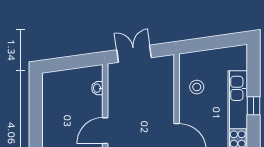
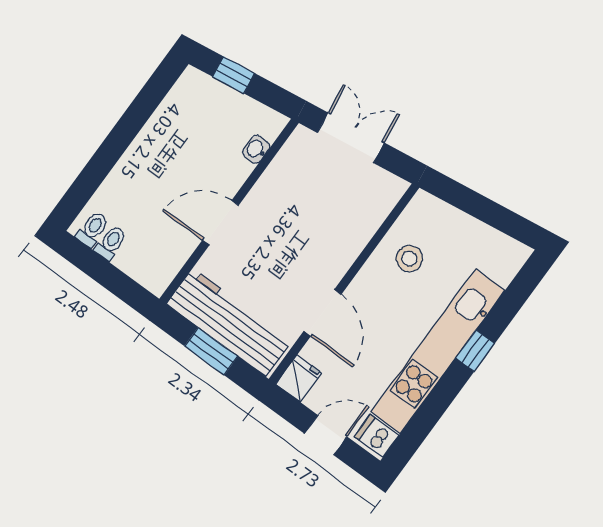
window: (65, 63) -> (234, 75), added

